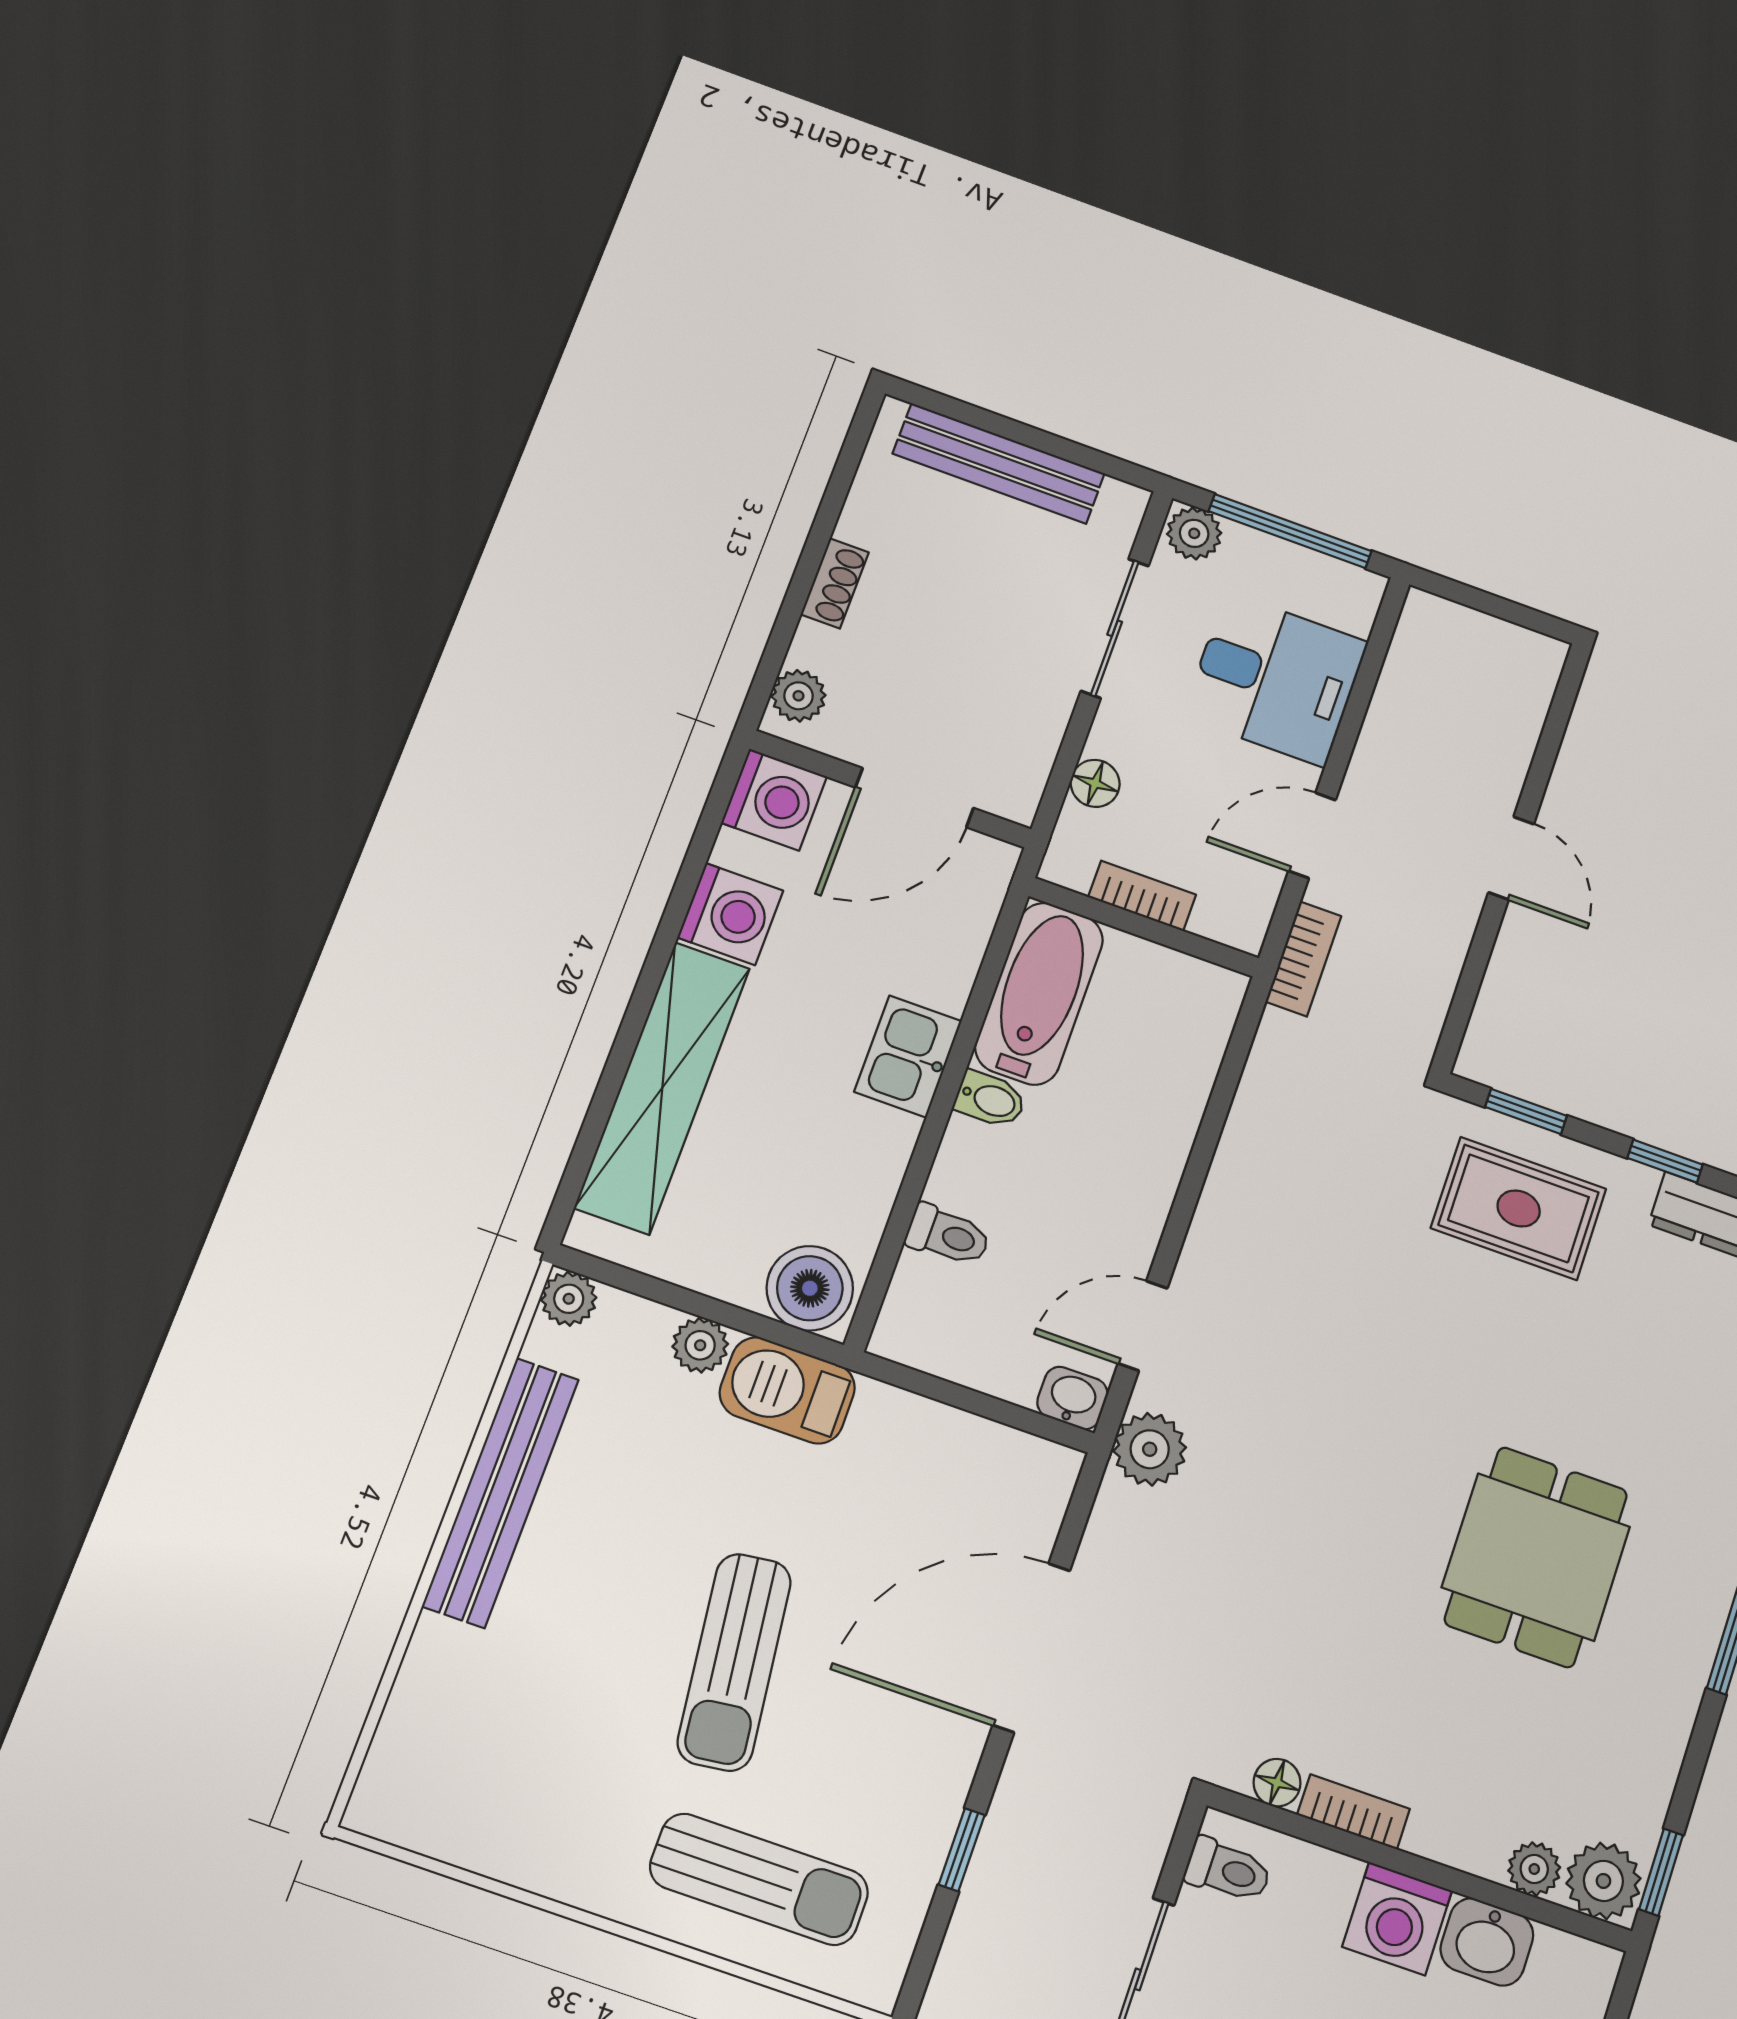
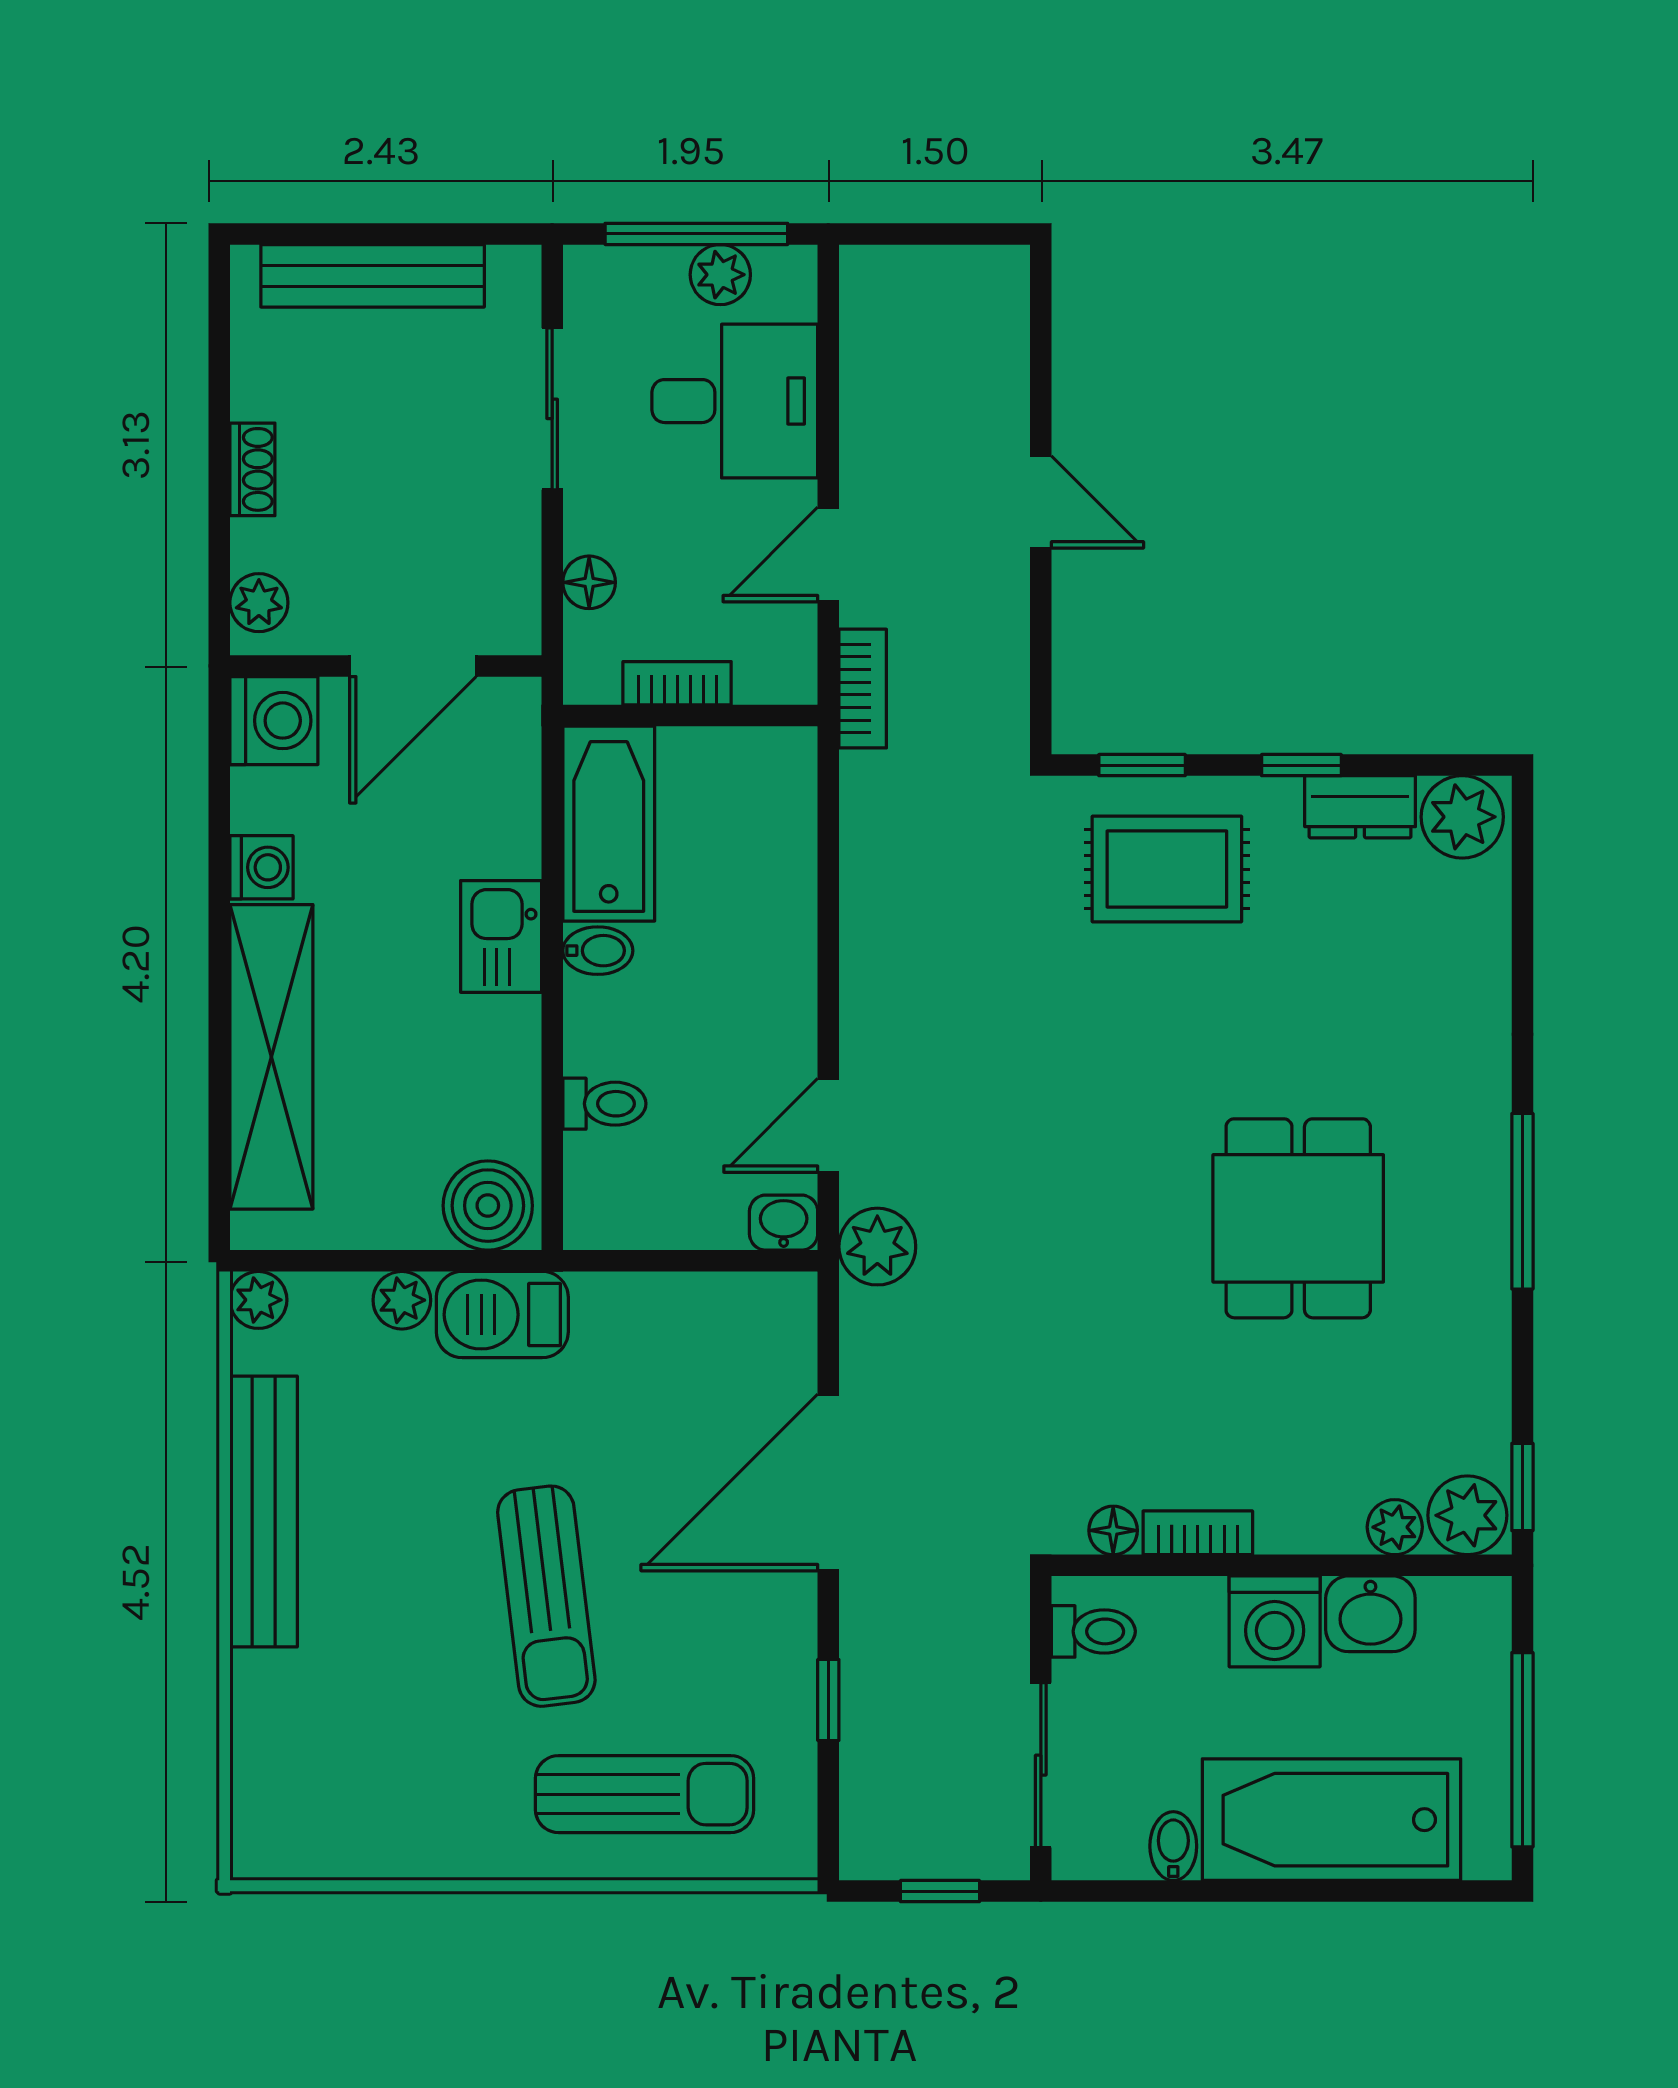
plant: (1194, 533) -> (720, 275), moved
washing machine: (730, 914) -> (262, 867), width x0.73, depth x0.73

